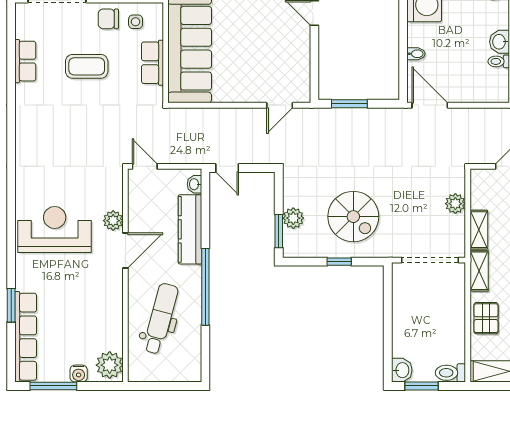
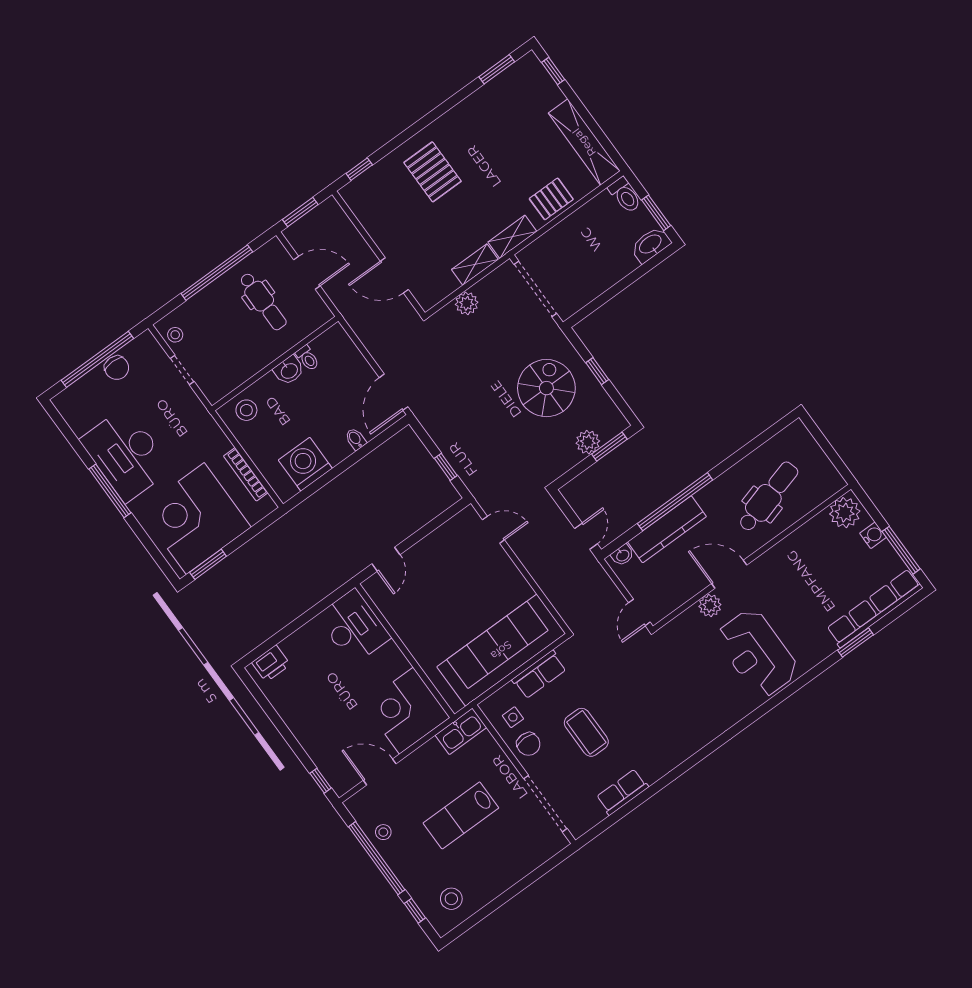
window: (349, 104) -> (446, 467), width x0.67
window: (205, 287) -> (675, 502), moved
dental chair: (161, 319) -> (768, 497), turned 149
washbasin: (402, 370) -> (651, 245), width x1.38

